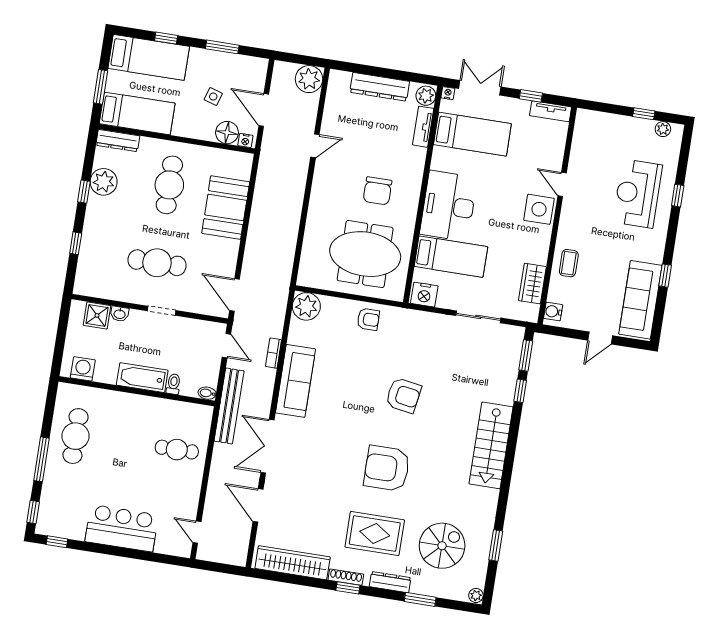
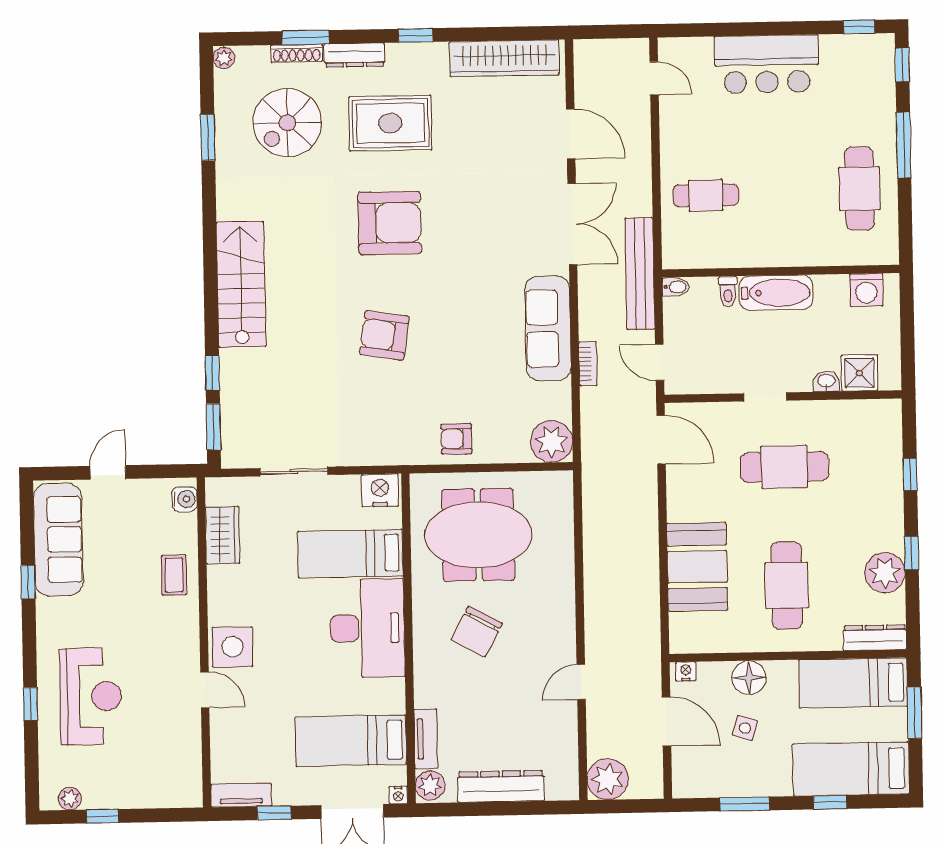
floor lamp: (227, 133) -> (749, 678), moved
chair: (377, 191) -> (477, 632), turned -152
shoe rack: (346, 577) -> (297, 53), moved

